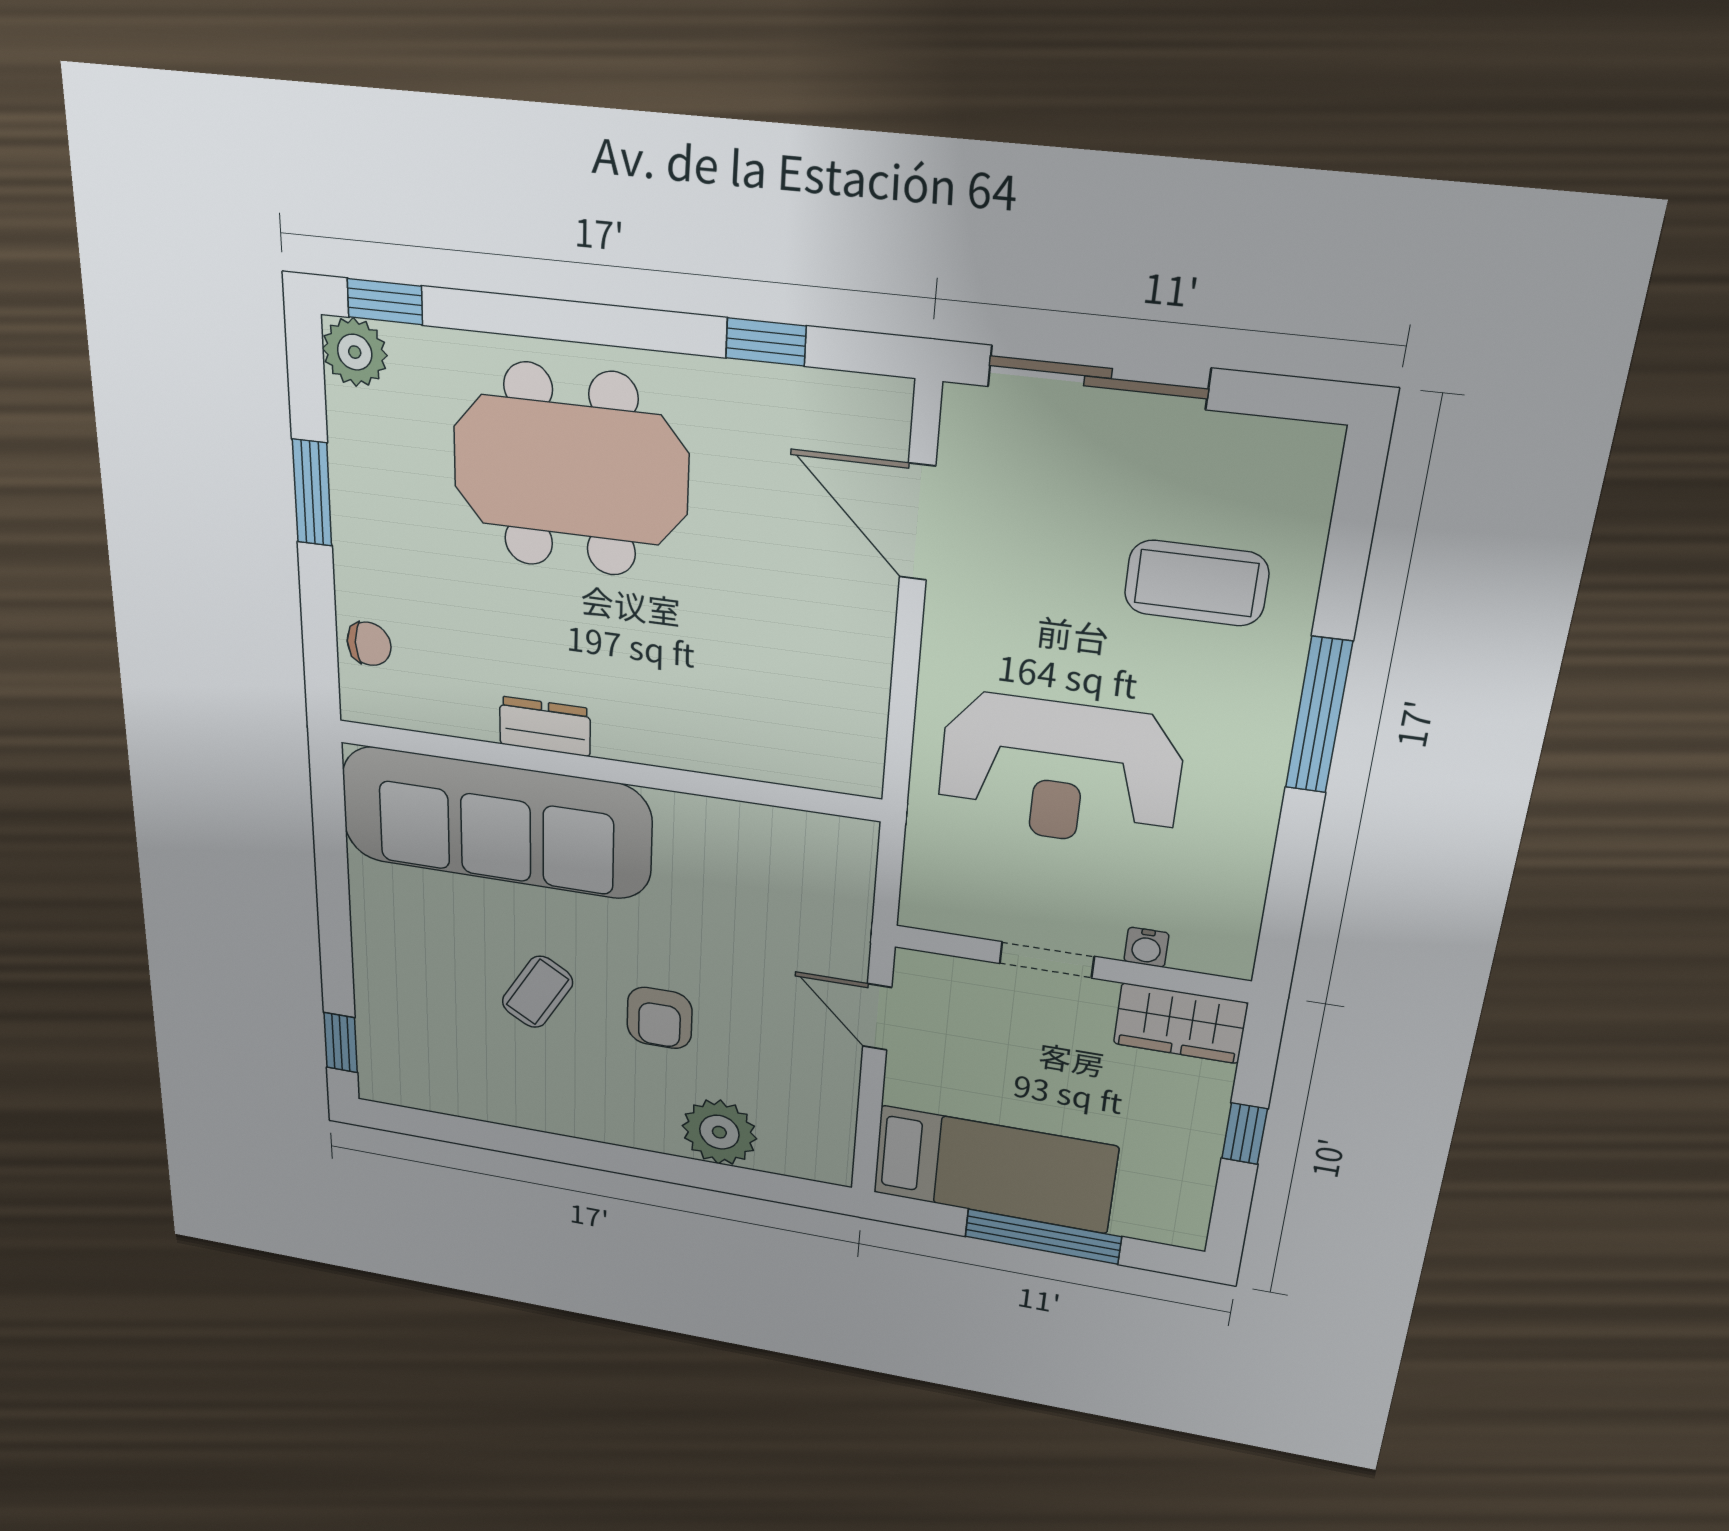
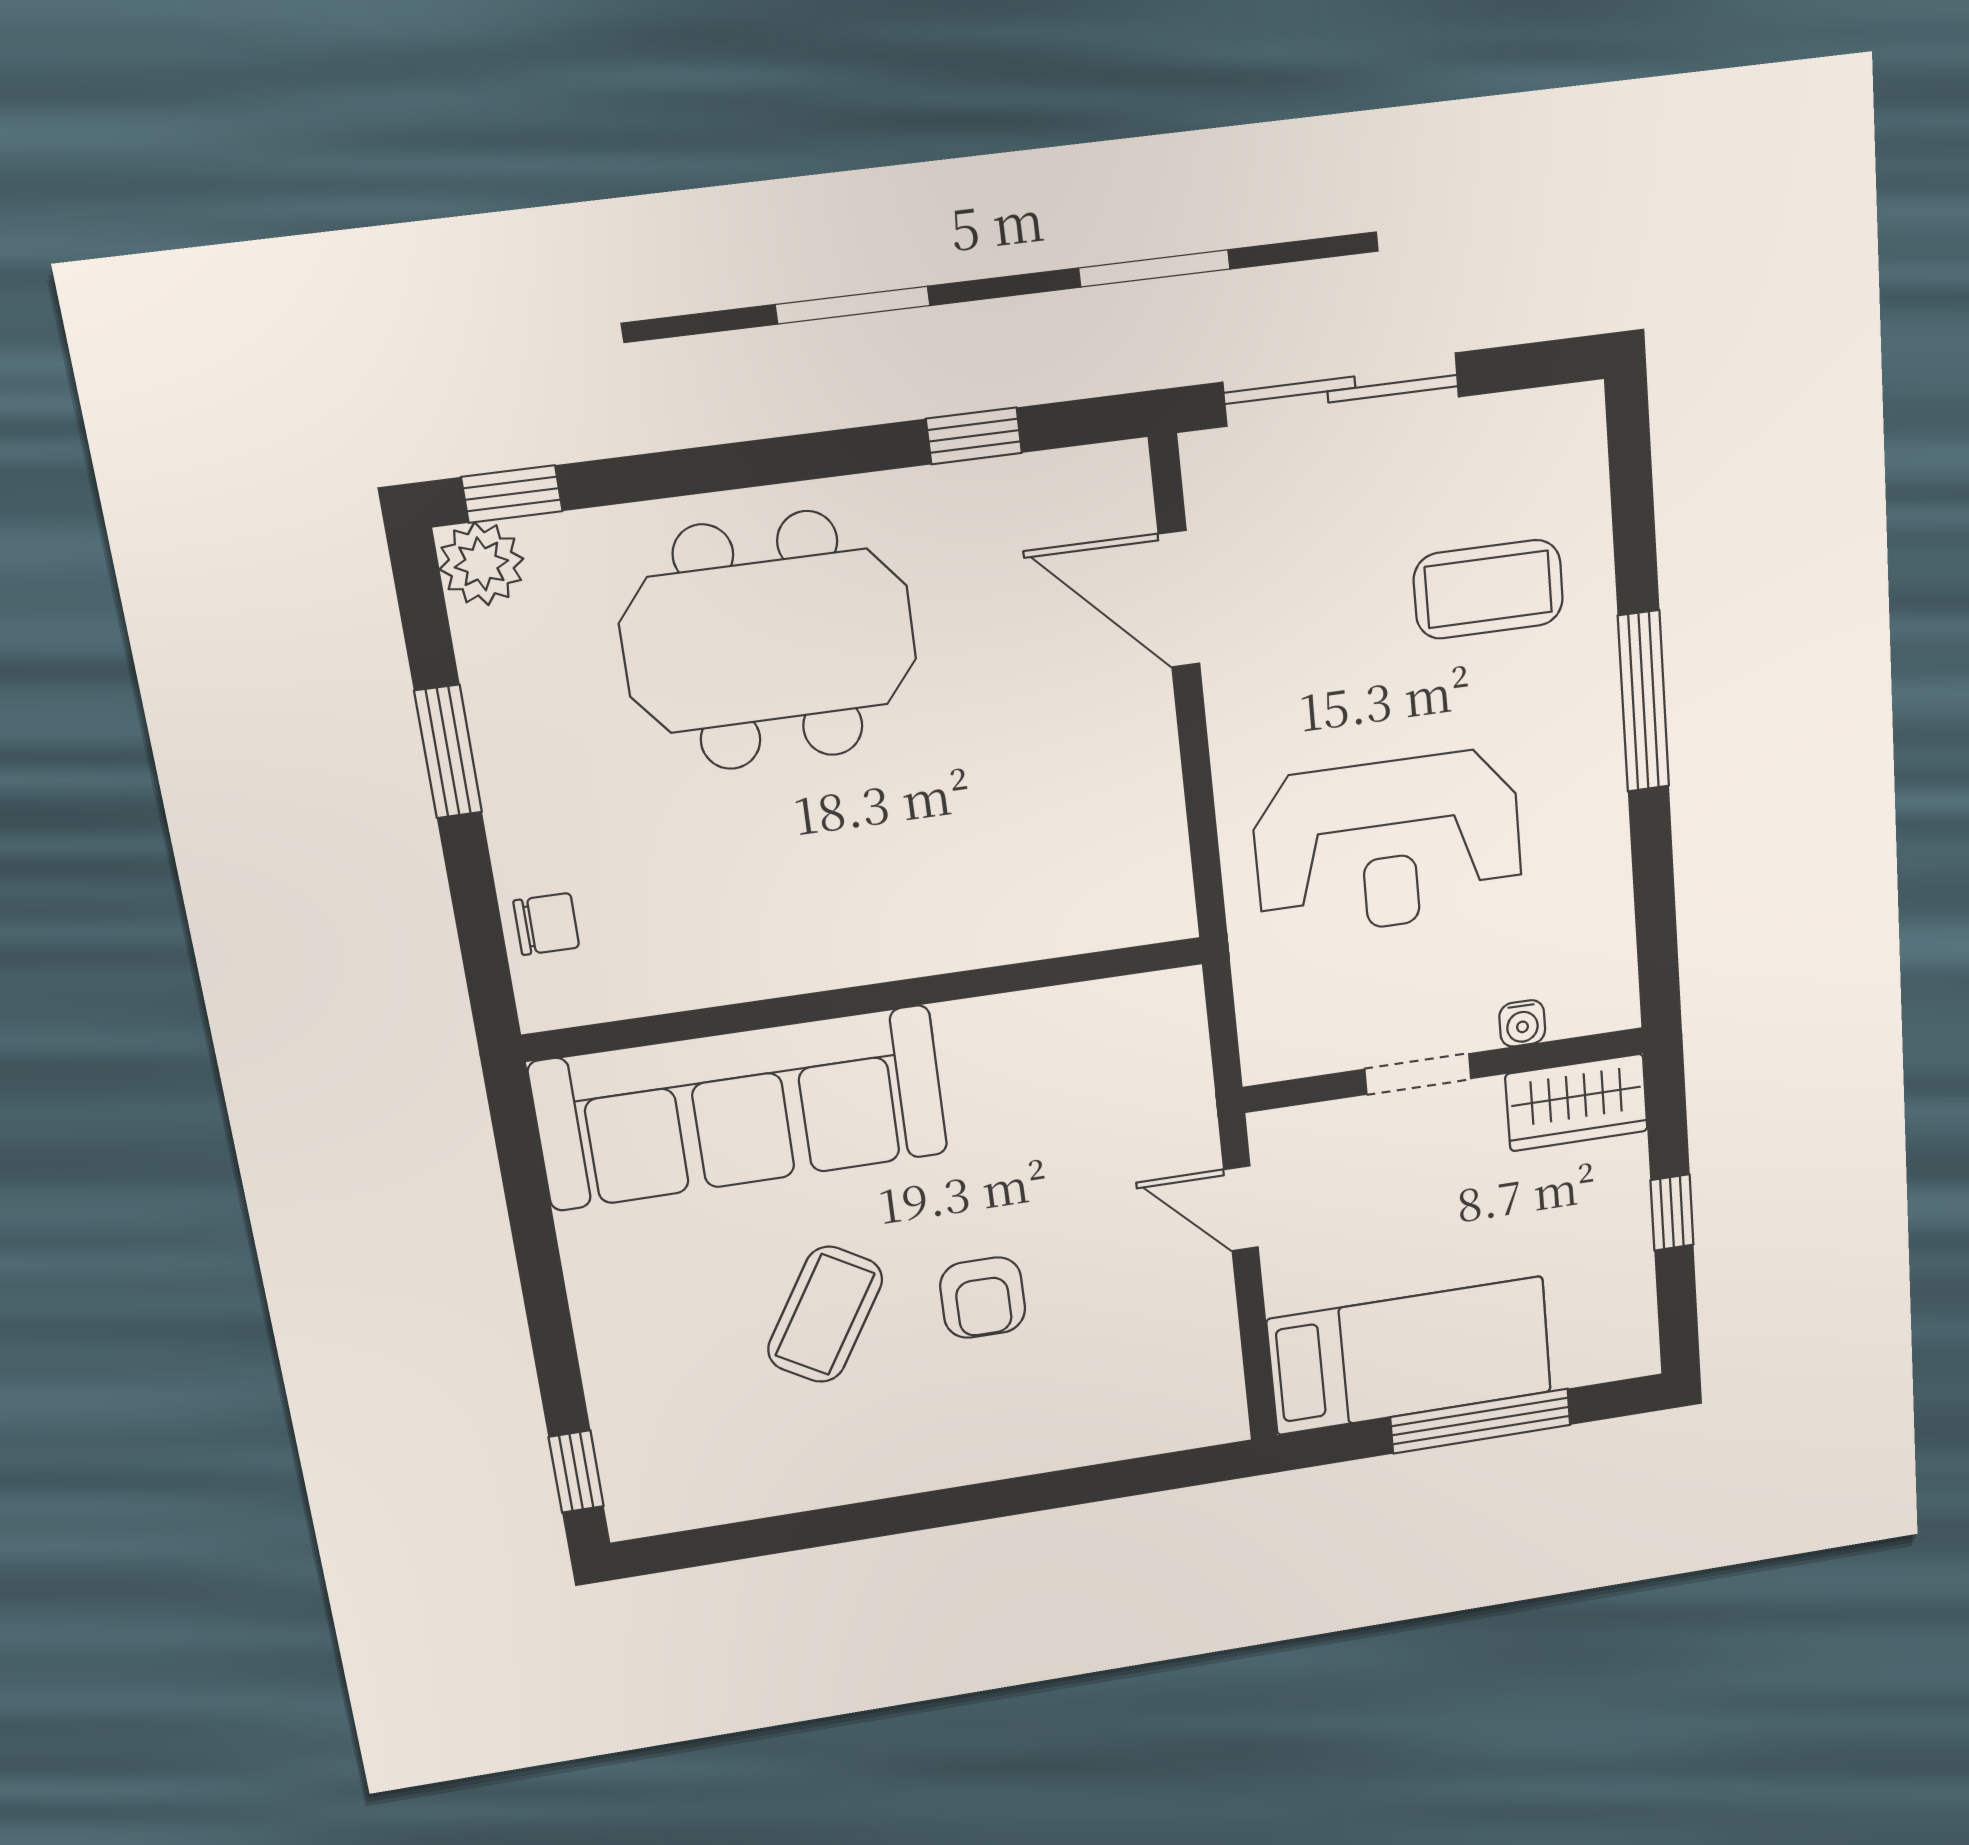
dresser: (545, 726) -> (784, 966), removed
coffee table: (537, 992) -> (825, 1314), width x1.36, depth x1.30
plant: (719, 1132) -> (1080, 1423), removed

